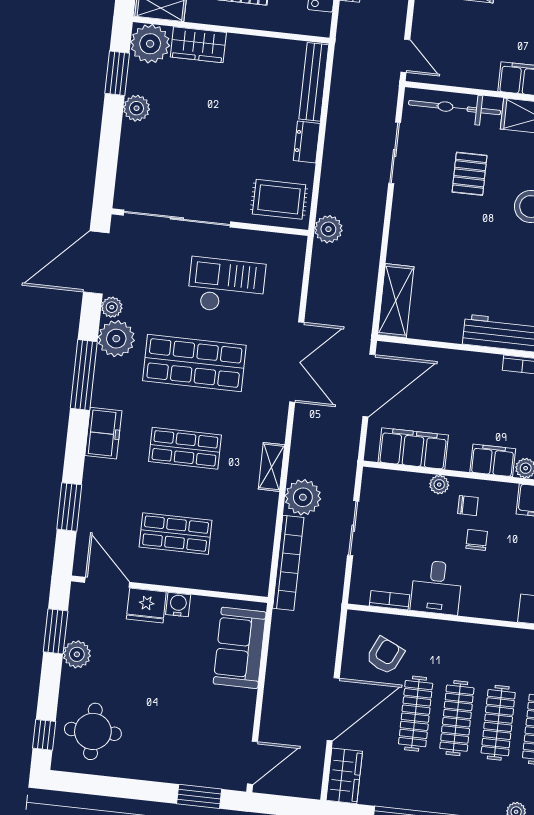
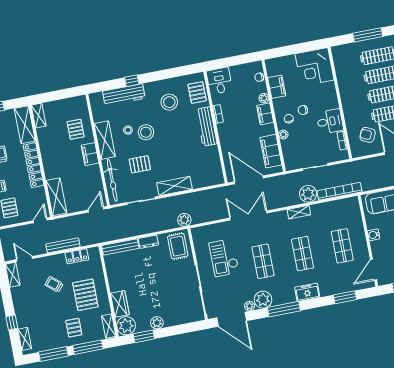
shelving: (396, 301) -> (174, 186), moved
shop shelf: (194, 363) -> (263, 261), width x0.70, depth x0.74
fridge: (146, 606) -> (378, 249), removed

